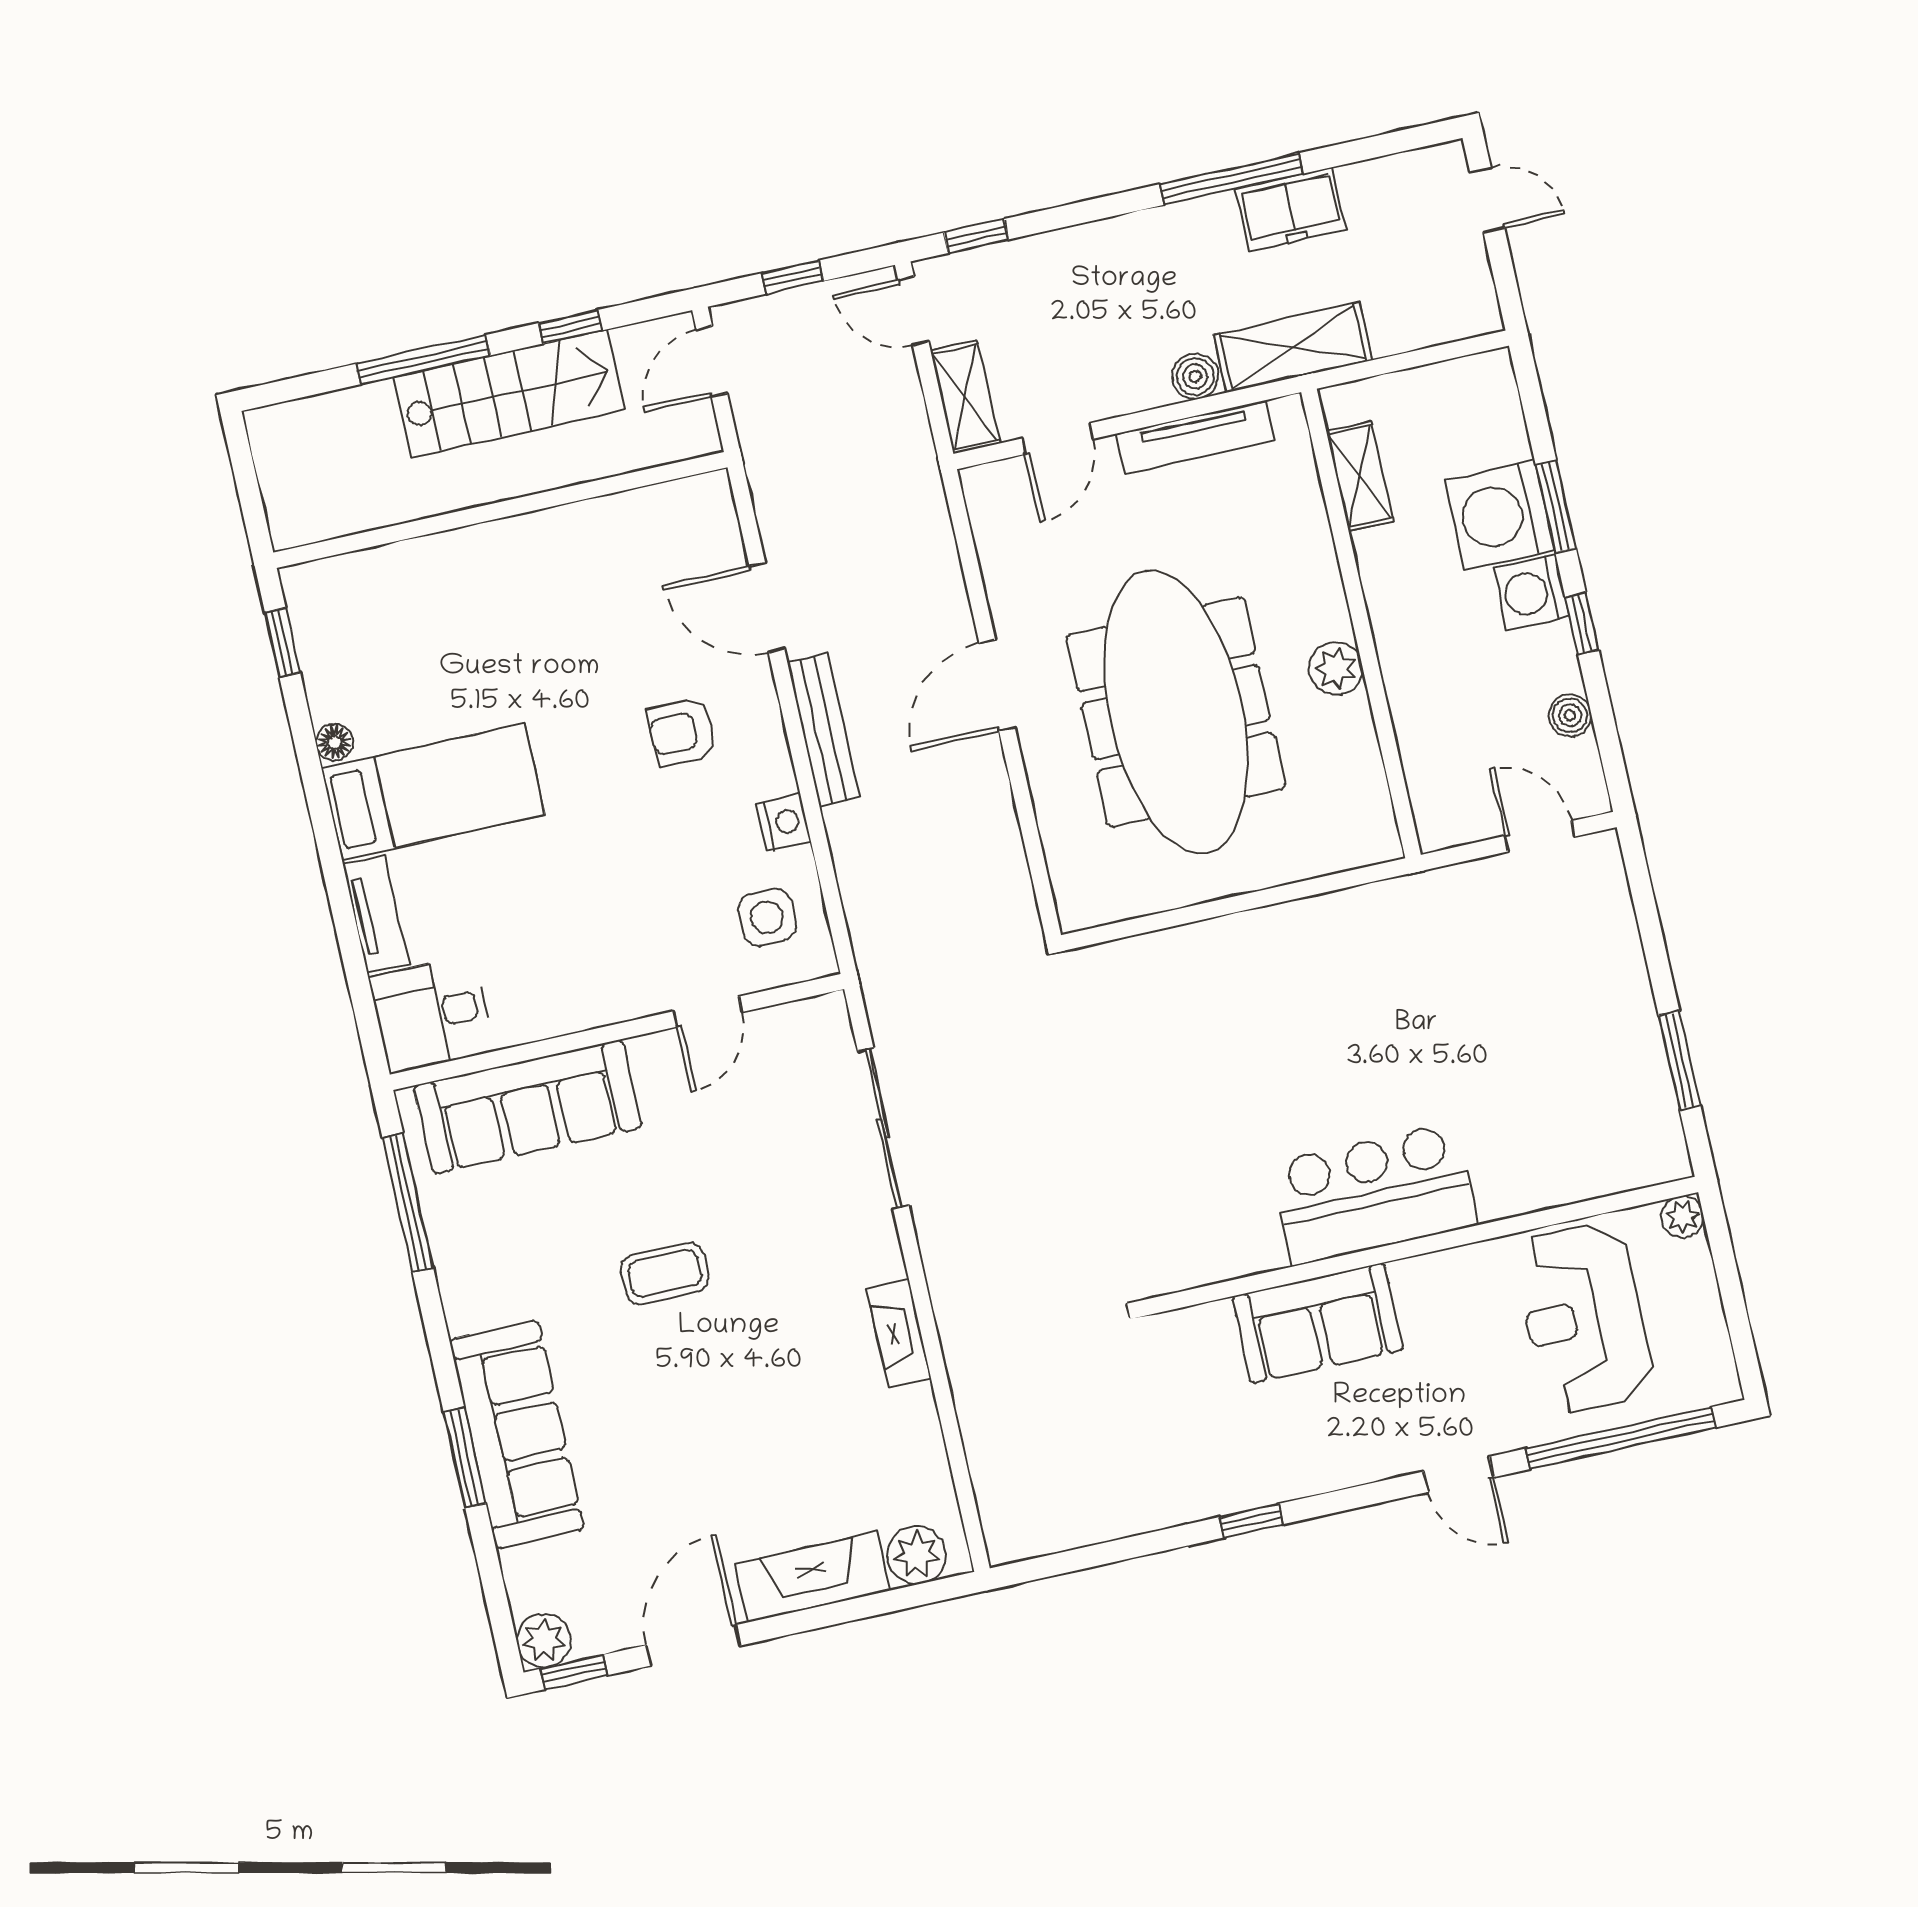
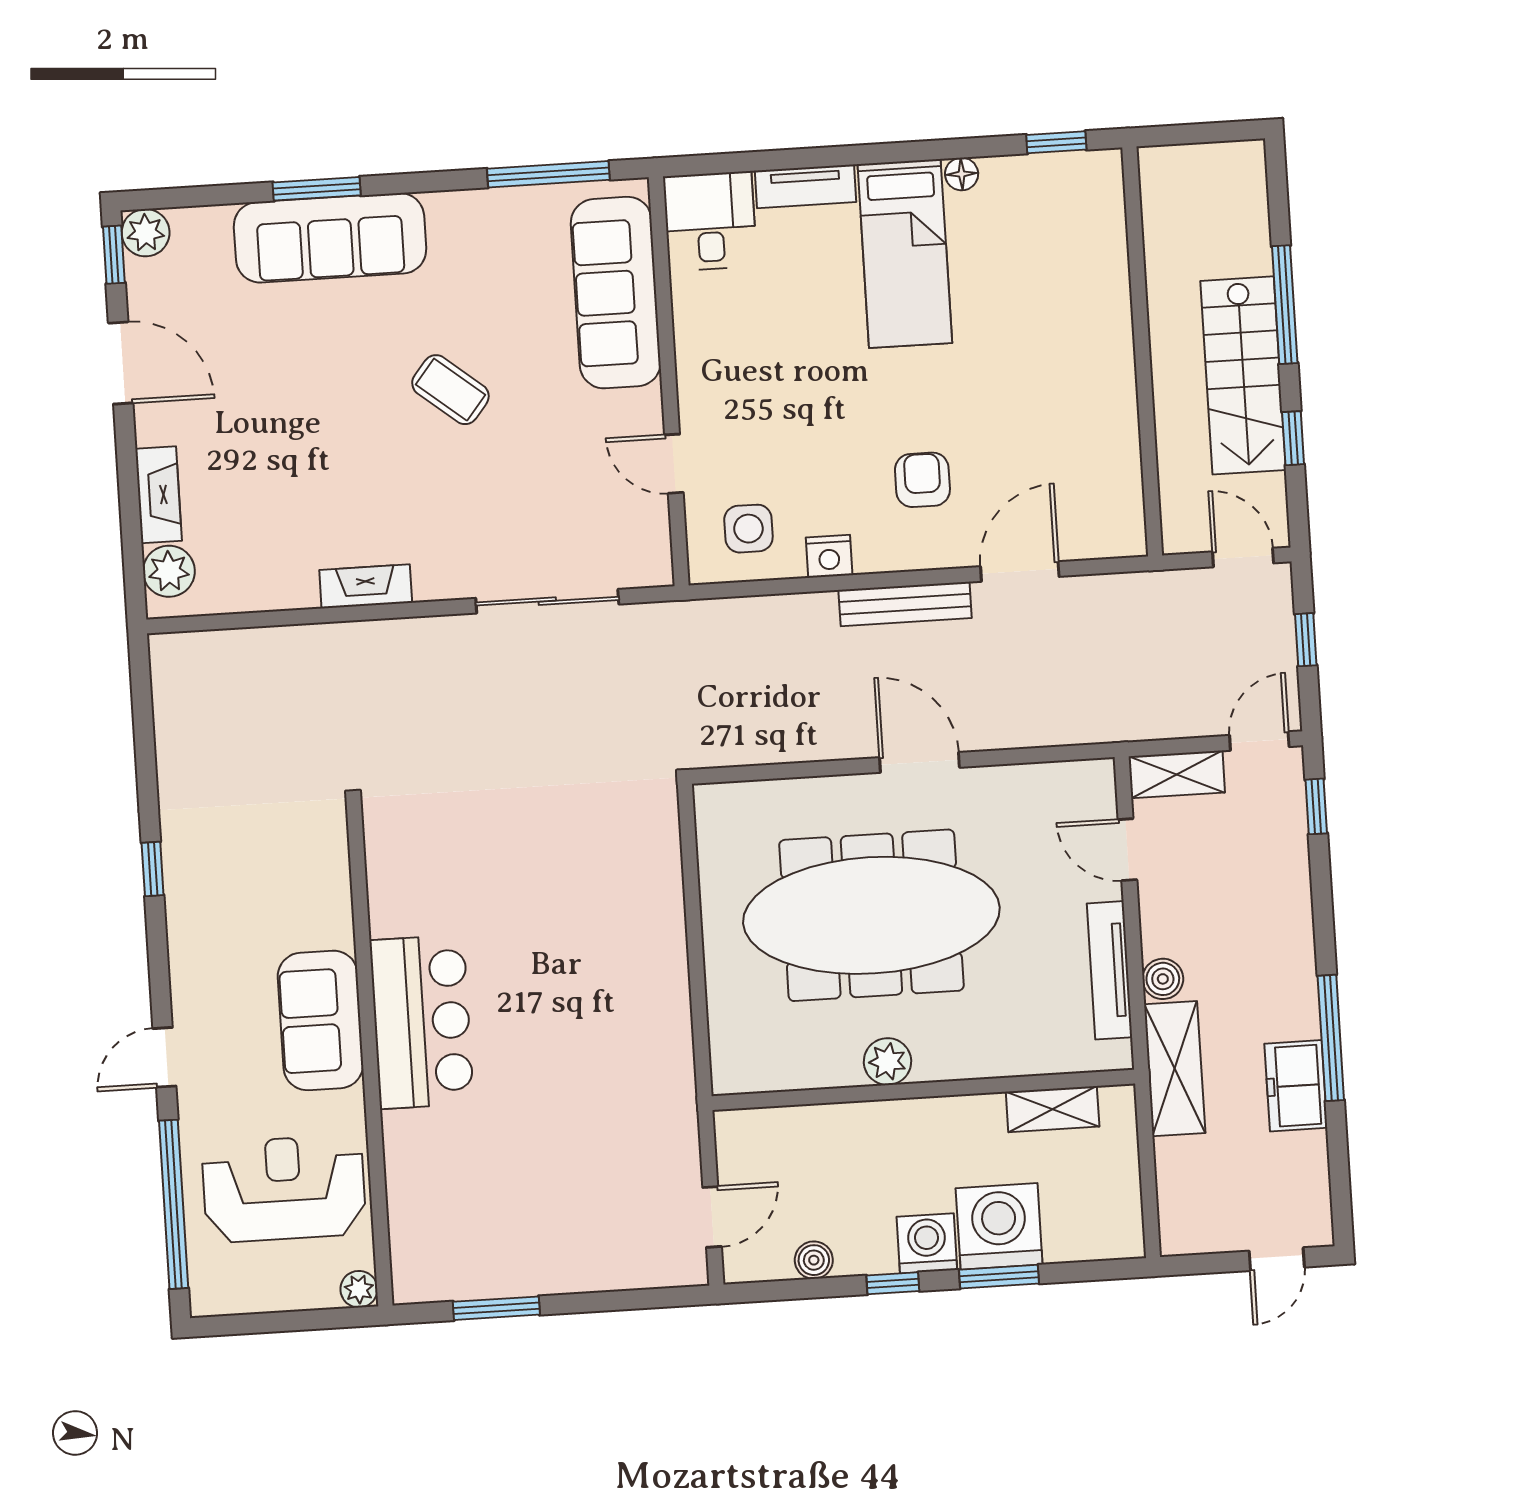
coffee table: (665, 1273) -> (450, 390), turned -51
sofa: (1318, 1323) -> (321, 1020), moved
fireplace: (812, 1577) -> (159, 495), width x0.73, depth x0.76

